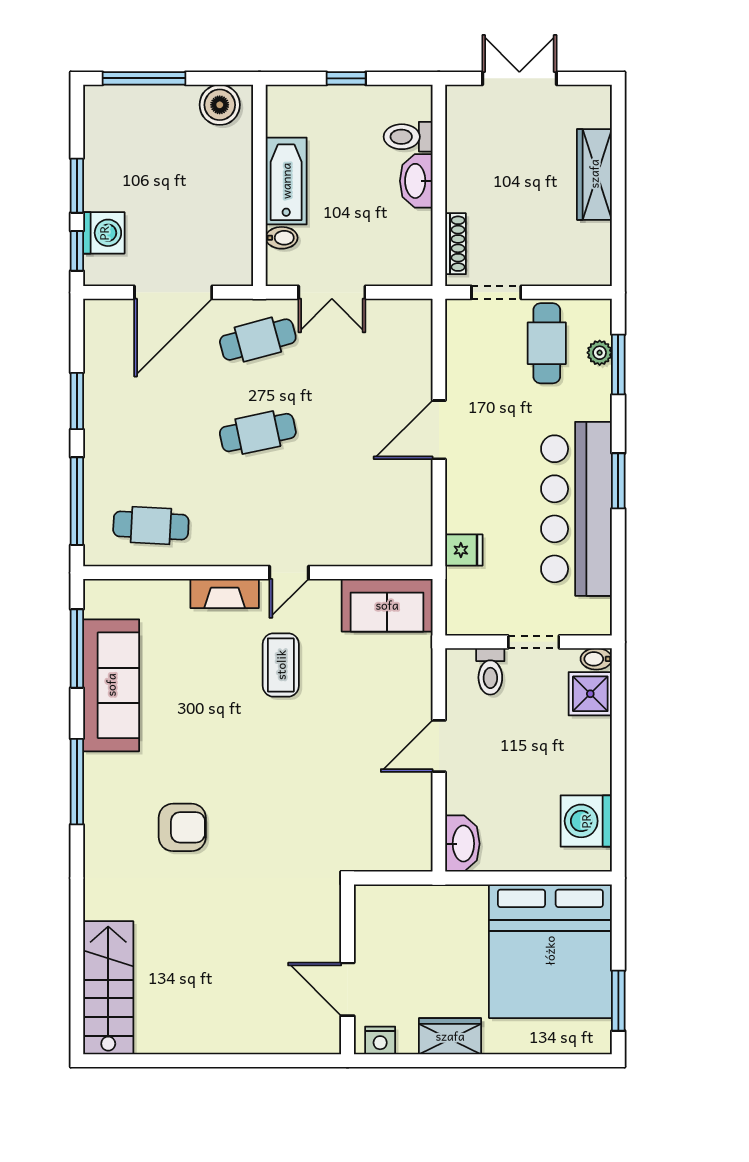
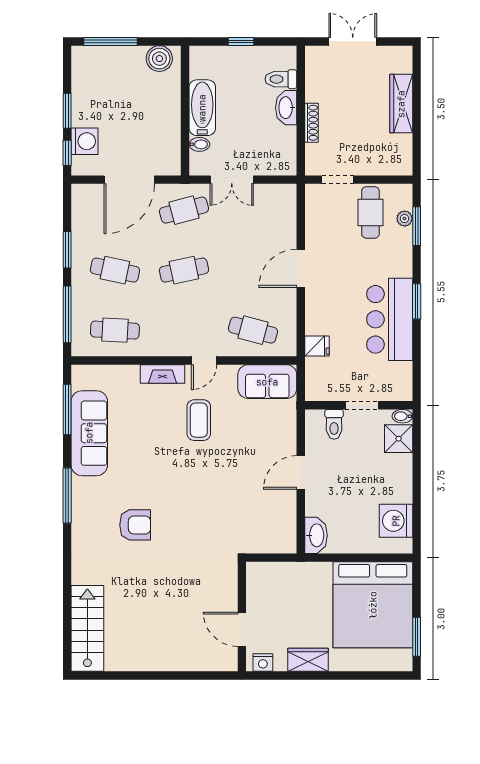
shoe rack: (456, 244) -> (312, 123), moved
cafe table: (151, 433) -> (115, 270), added
bar counter: (577, 509) -> (390, 319), width x0.73
cafe table: (365, 526) -> (253, 330), added

